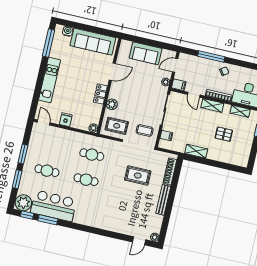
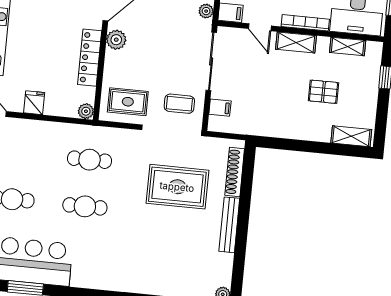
locker: (100, 94) -> (90, 58), width x1.53
plant: (112, 104) -> (116, 40), moved
shelving: (196, 151) -> (351, 136), moved
rug: (138, 176) -> (177, 187), width x1.36, depth x1.43

